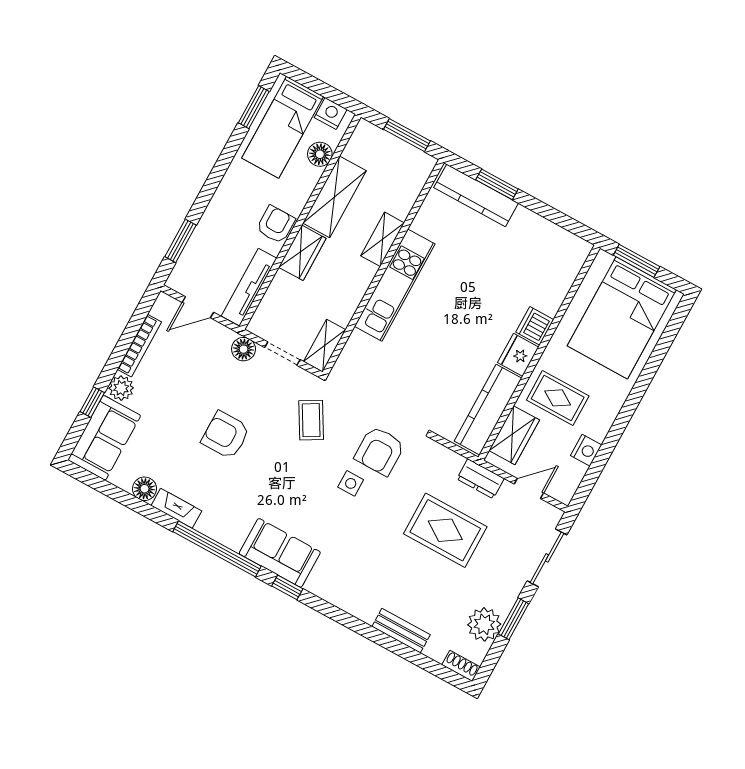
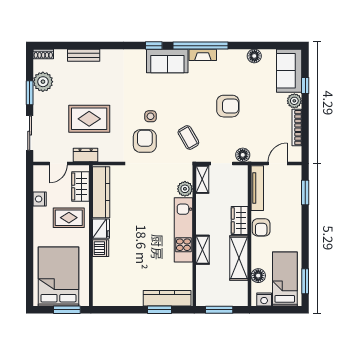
plant: (359, 346) -> (185, 189), added
fireplace: (176, 508) -> (203, 55), moved

